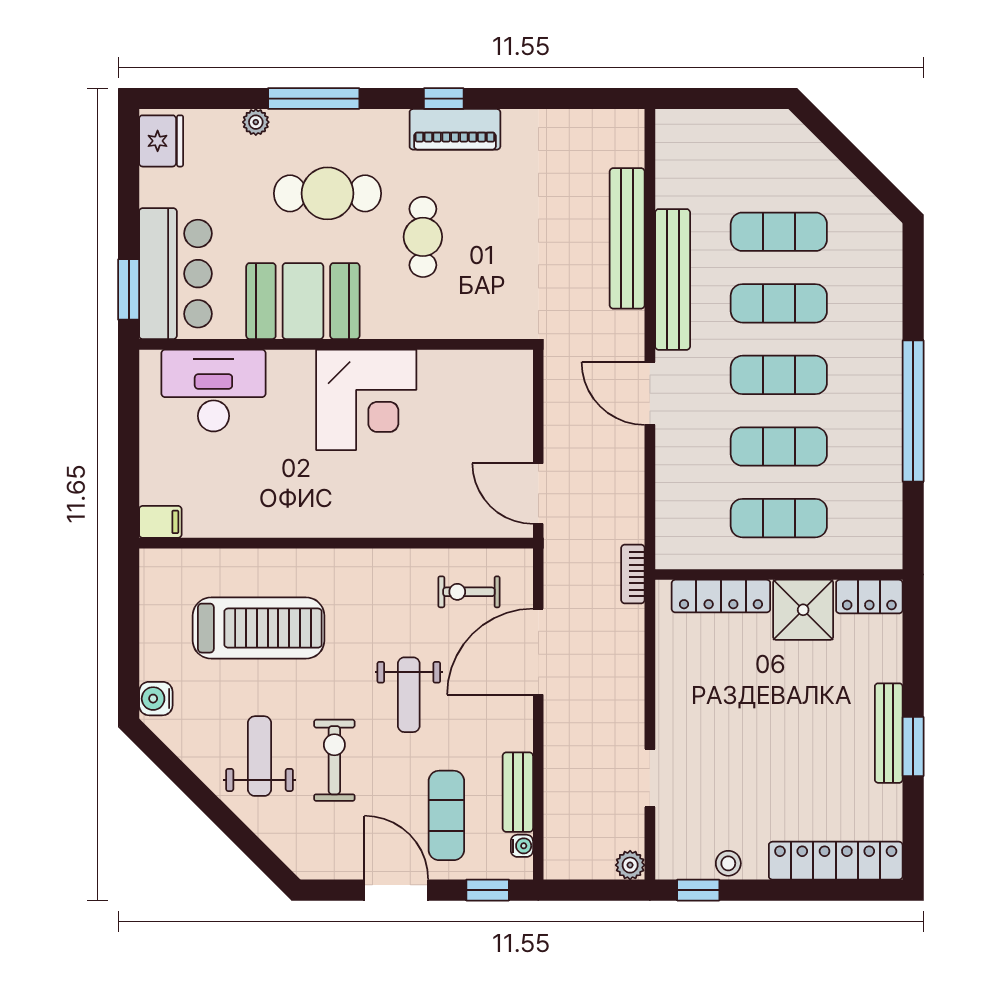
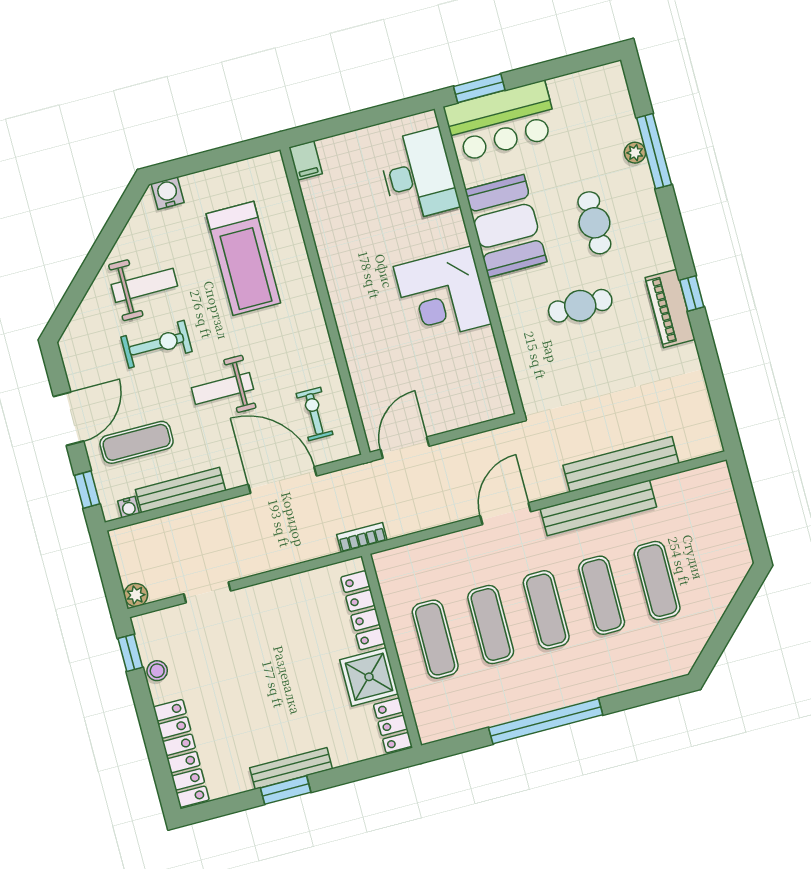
window: (314, 99) -> (654, 151), moved
fridge: (161, 141) -> (601, 83), removed
cafe table: (328, 193) -> (594, 223), width x0.73, depth x0.74
bench: (518, 792) -> (180, 490), width x1.36

